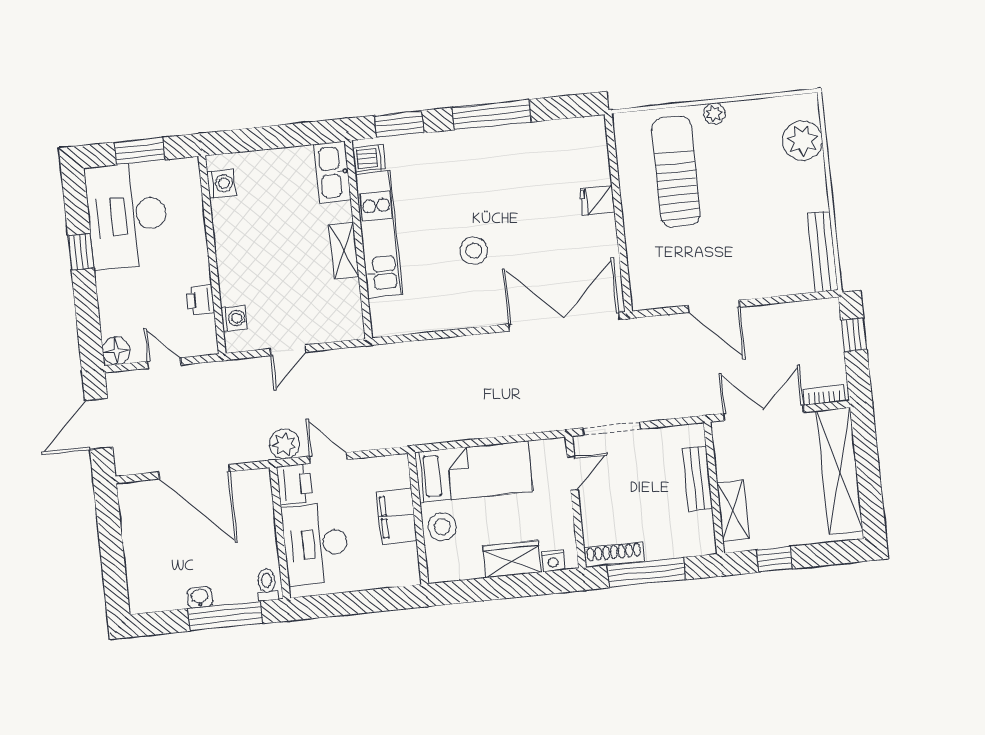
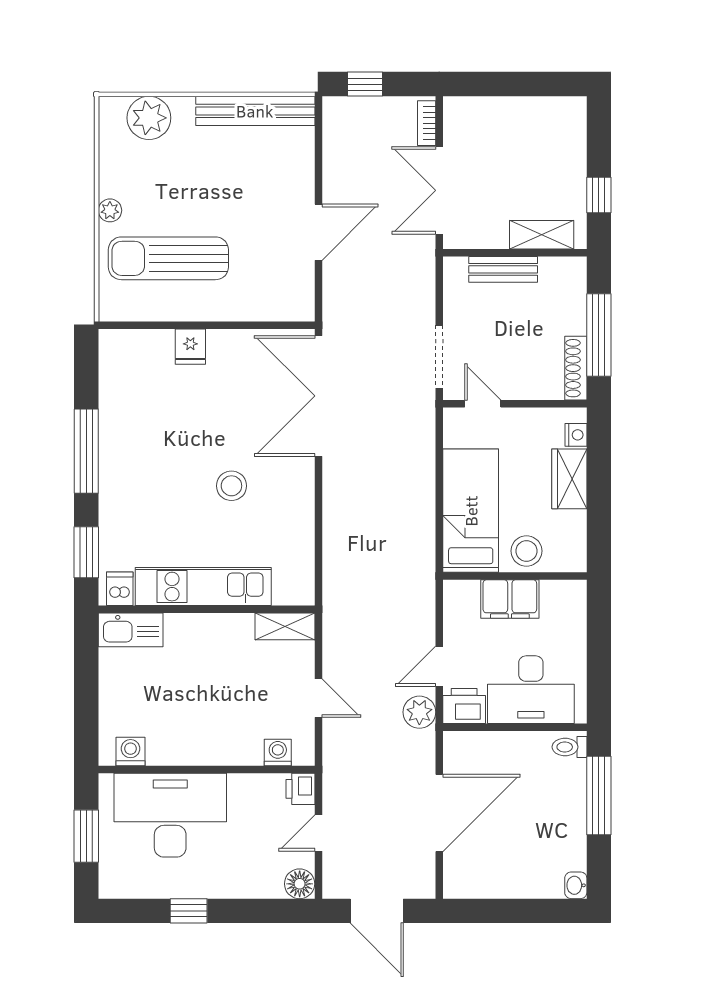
desk: (127, 215) -> (170, 815), moved, turned 180
shelving: (344, 251) -> (285, 626), moved
bench: (823, 251) -> (255, 111), width x1.37, depth x1.21
printer: (200, 300) -> (300, 789), moved, turned 90
shelving: (840, 471) -> (510, 115), removed
washbasin: (200, 597) -> (576, 885), moved

